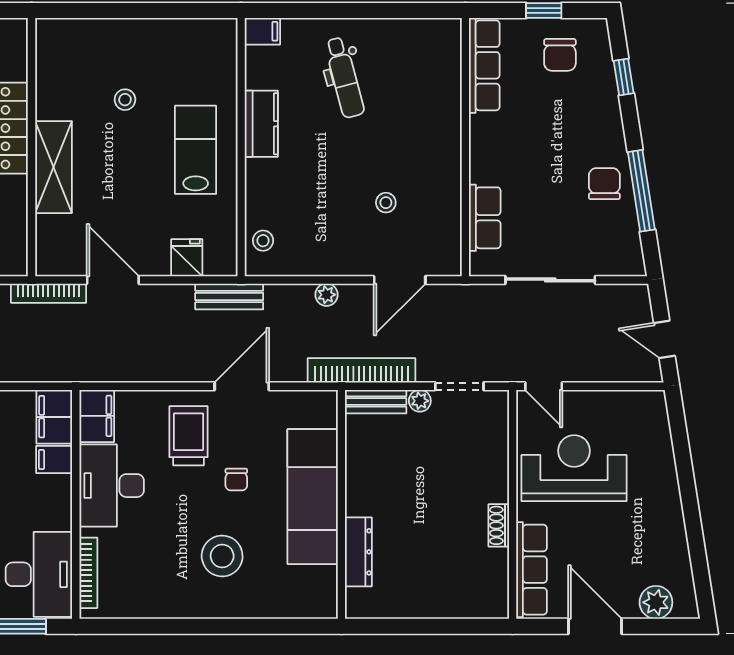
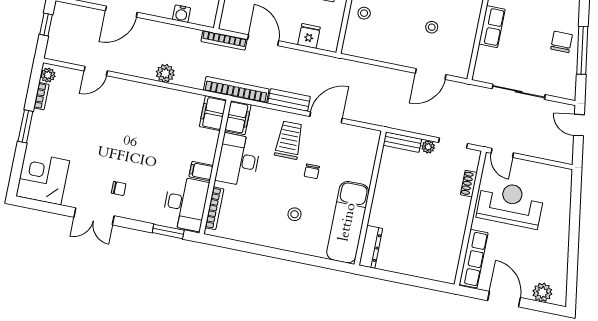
row of seats: (485, 218) -> (492, 27), moved
stool: (263, 241) -> (364, 13), moved
plant: (326, 295) -> (386, 74), removed
bench: (229, 296) -> (289, 100), moved
door: (664, 339) -> (579, 125), moved
bookcase: (362, 370) -> (236, 90), moved
filing cabinet: (54, 460) -> (201, 171), moved
exam couch: (313, 497) -> (348, 222), moved
shoe rack: (499, 525) -> (469, 184), moved
dresser: (358, 552) -> (371, 247), moved
stool: (222, 556) -> (294, 214), width x0.53, depth x0.53

